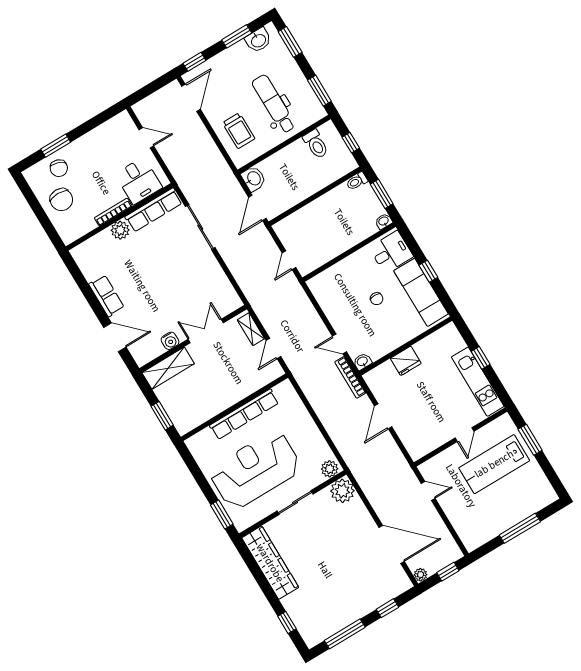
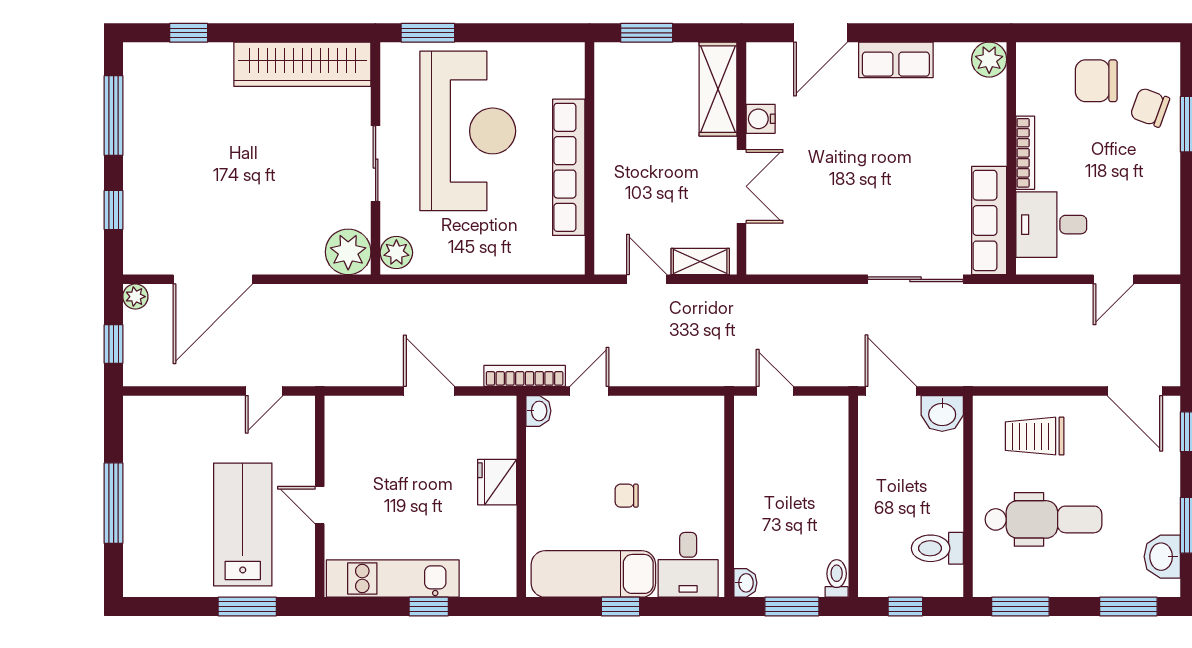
plant: (120, 230) -> (989, 60), moved

